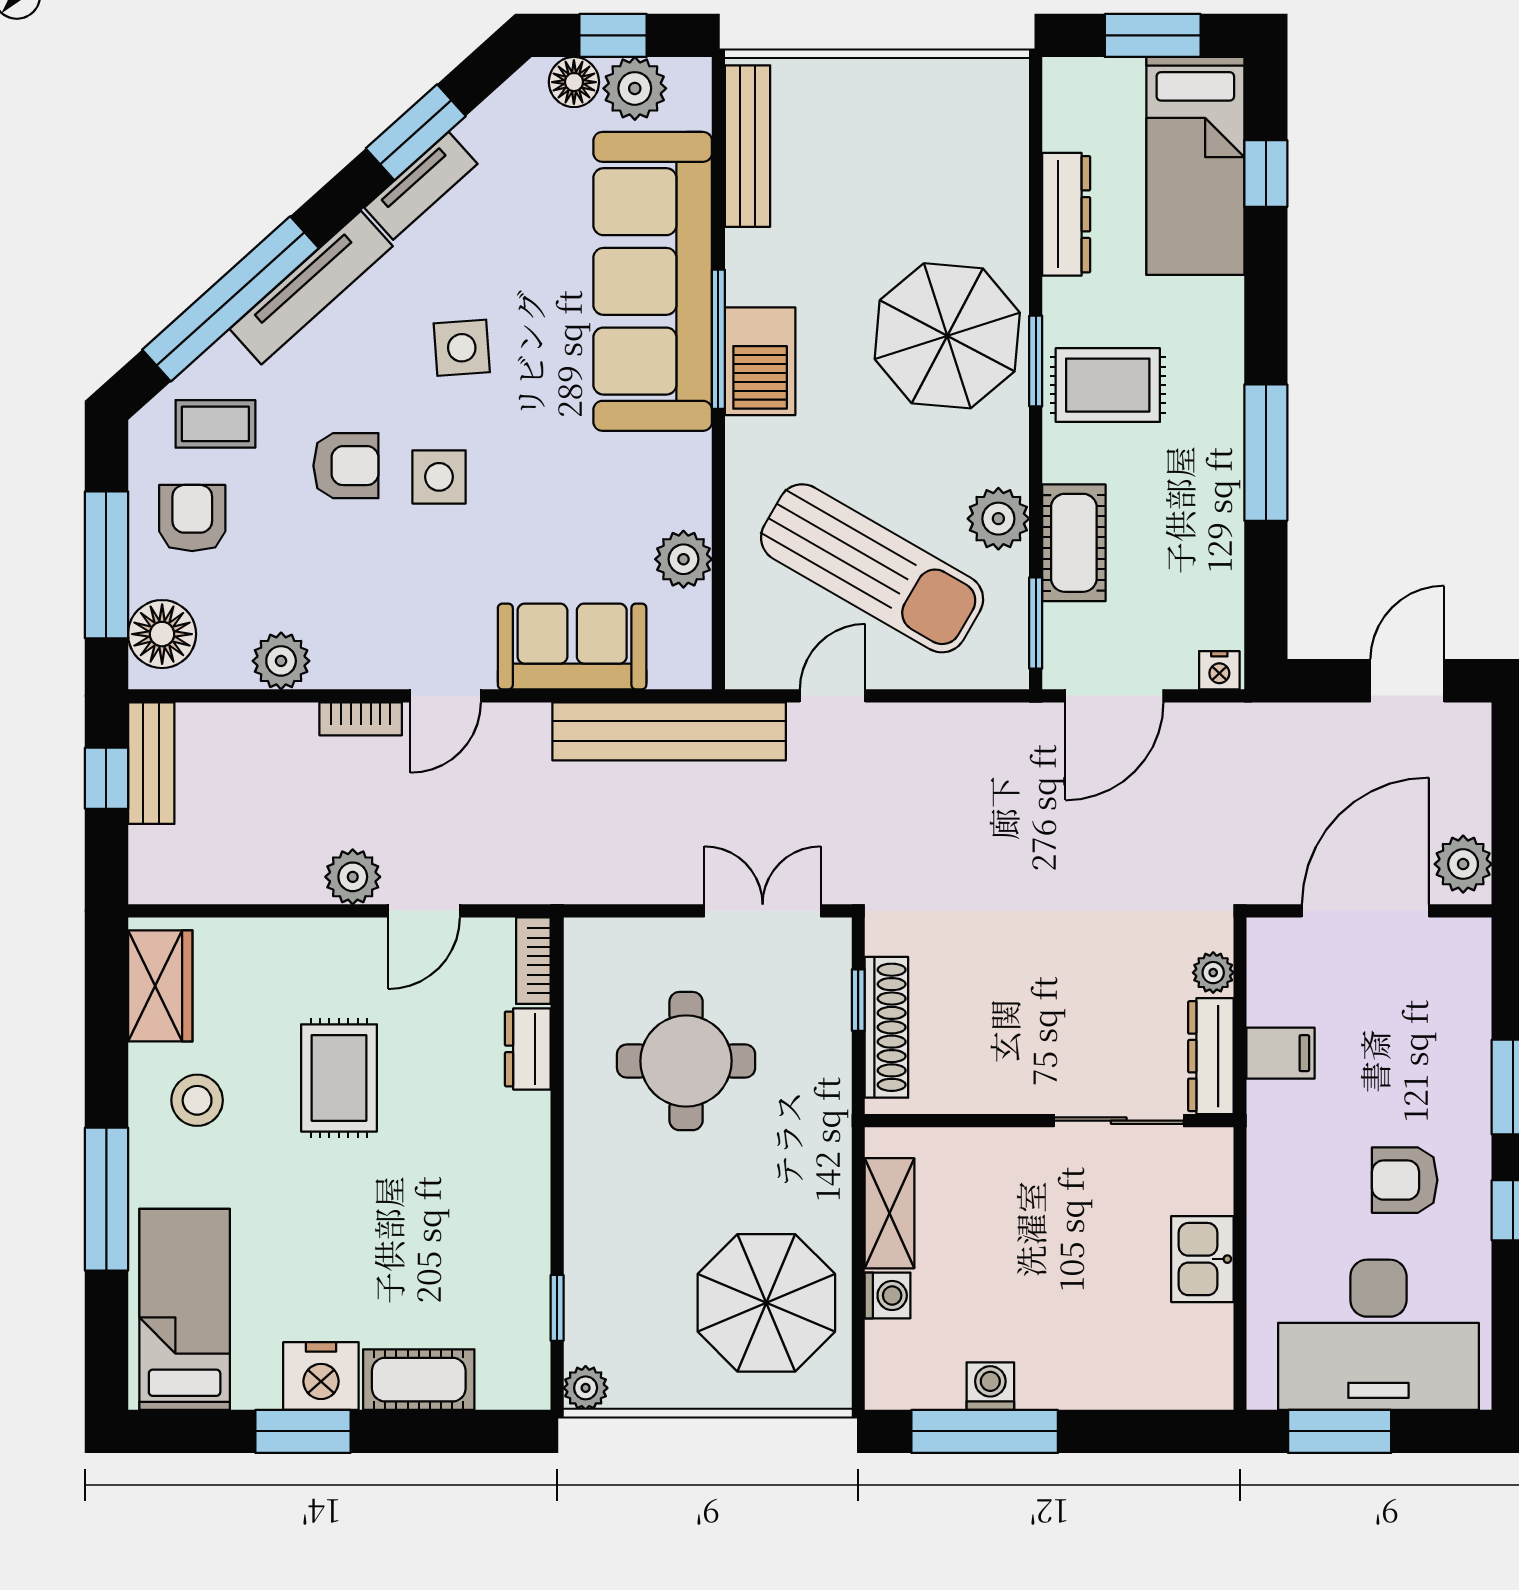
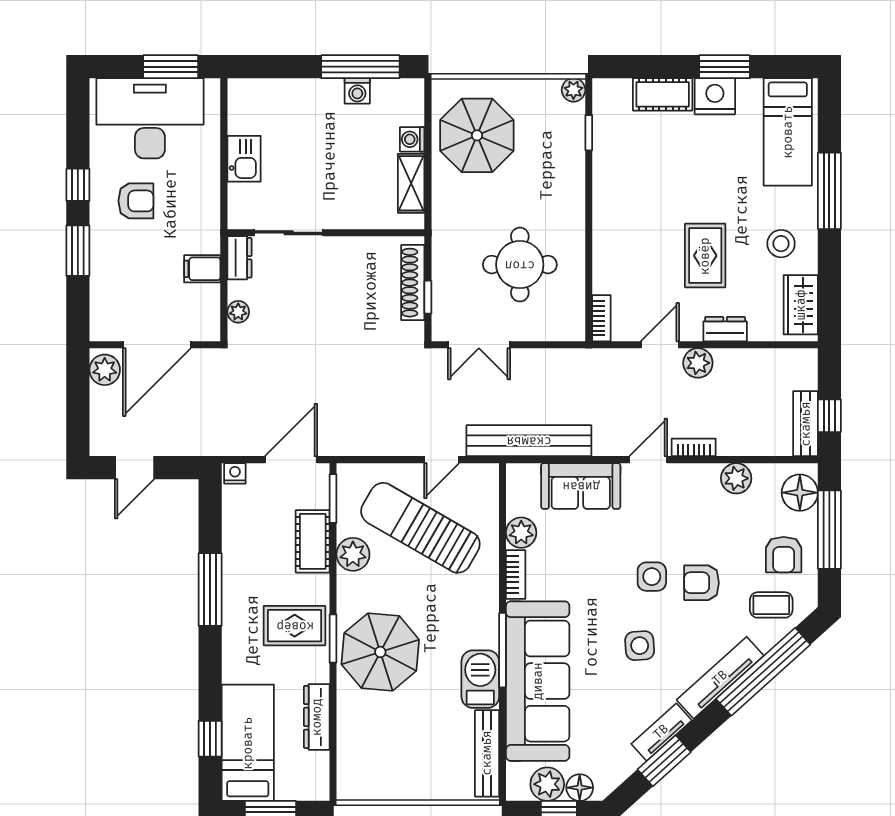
barbecue: (760, 361) -> (480, 679), moved
bookcase: (694, 481) -> (516, 575), added
dresser: (528, 1049) -> (725, 329), moved, turned -90
dresser: (1211, 1056) -> (239, 258), width x0.70

